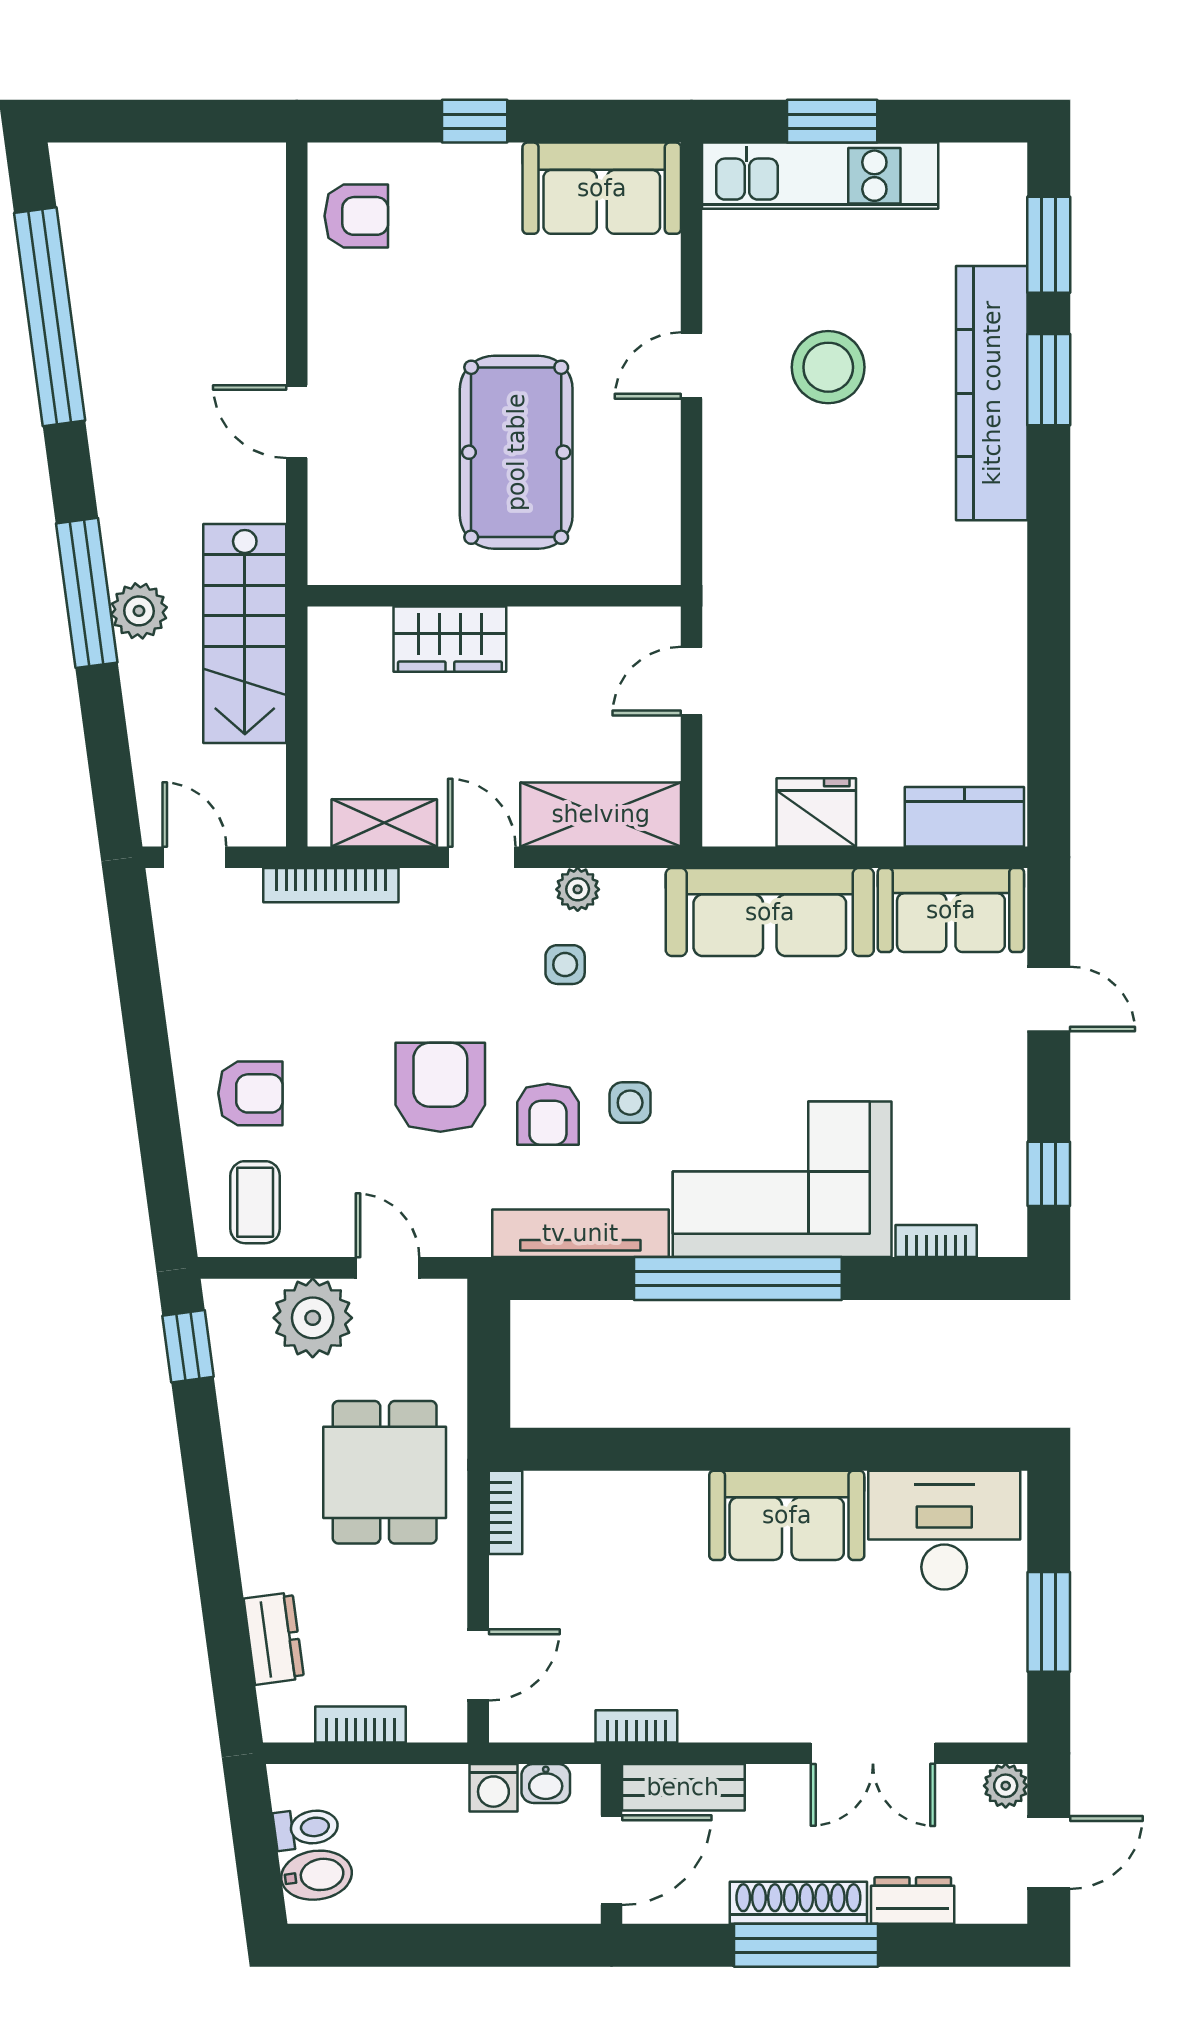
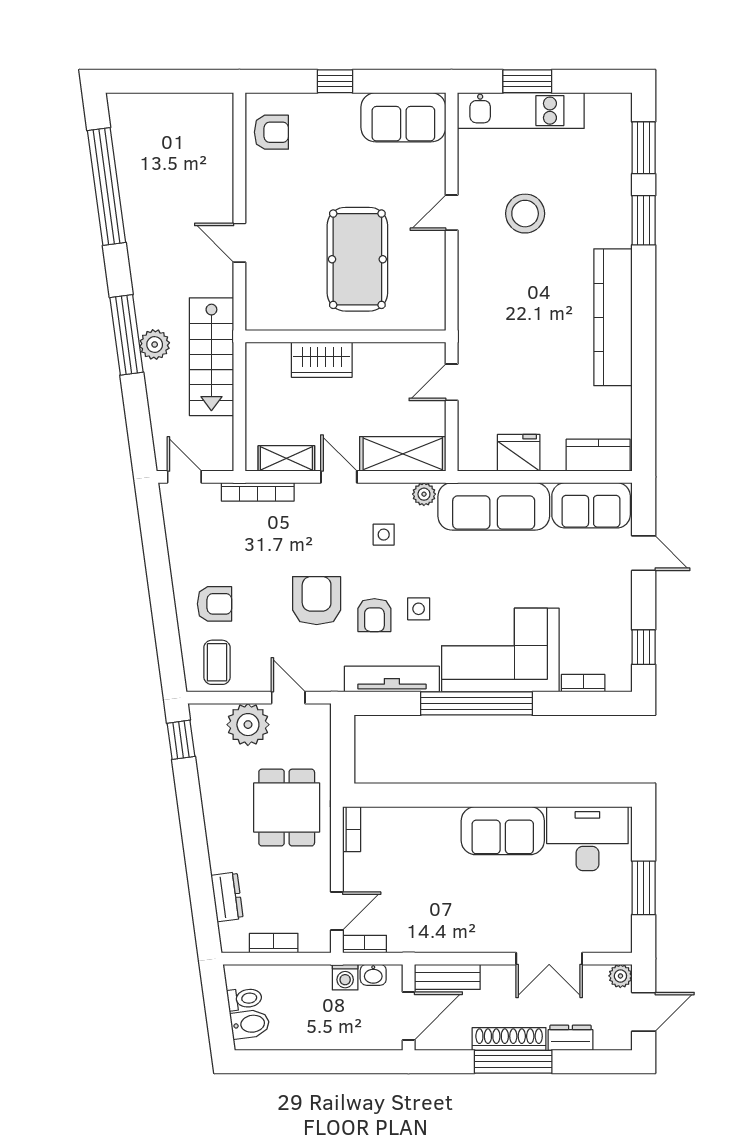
kitchen counter: (992, 393) -> (613, 317), moved
plant: (578, 889) -> (424, 494), moved
bookcase: (636, 1726) -> (365, 944), moved

